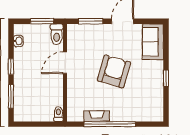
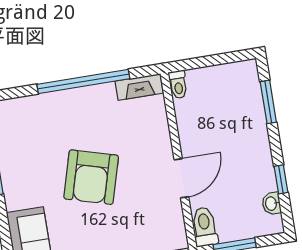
window: (11, 67) -> (281, 179), moved
fireplace: (97, 116) -> (139, 87), moved

